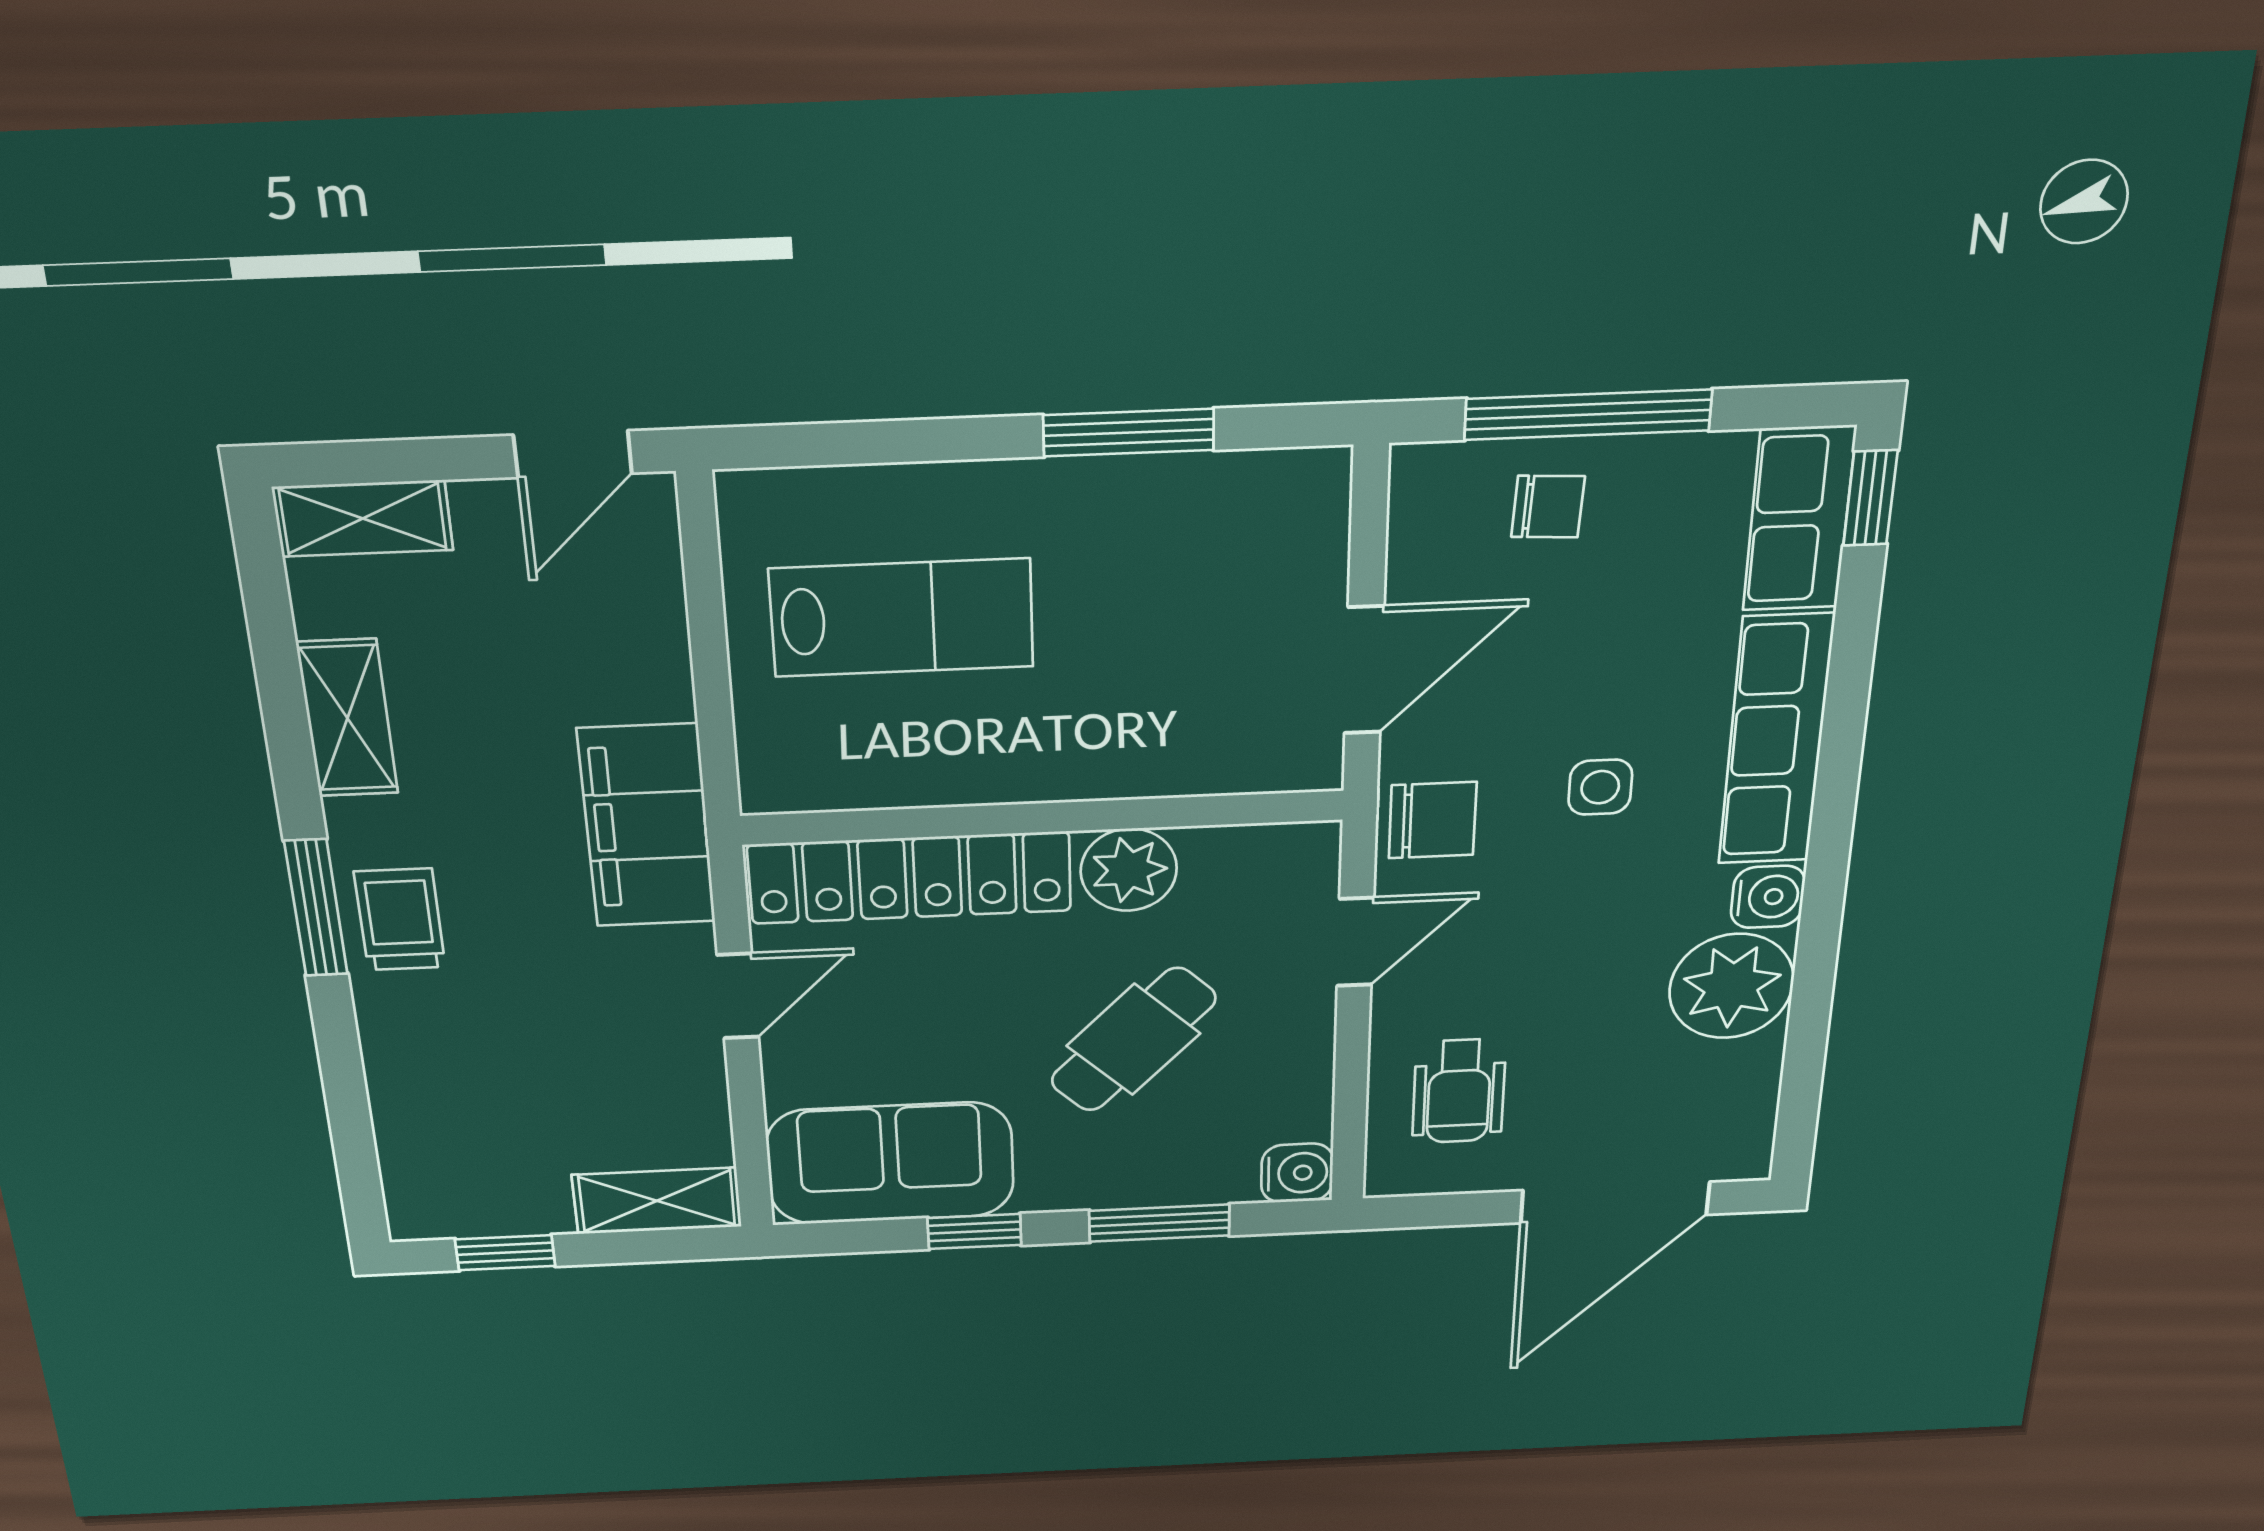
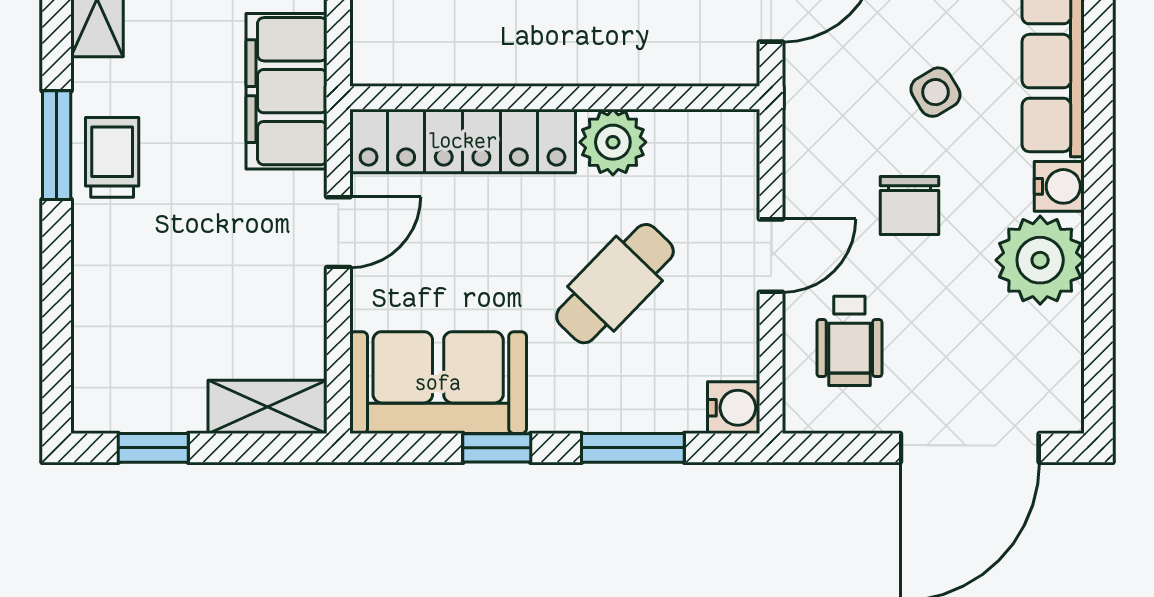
side table: (1600, 787) -> (935, 92), turned -31
chair: (1433, 820) -> (910, 206), moved, turned 90
door: (1355, 942) -> (771, 256), moved

